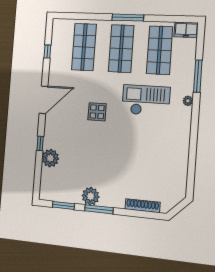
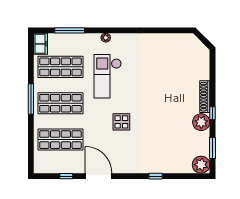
window: (198, 76) -> (70, 30), moved
door: (44, 100) -> (99, 176), moved
plant: (50, 158) -> (201, 165), moved
shoe rack: (143, 206) -> (205, 97), moved
window: (99, 209) -> (213, 113), width x0.46

